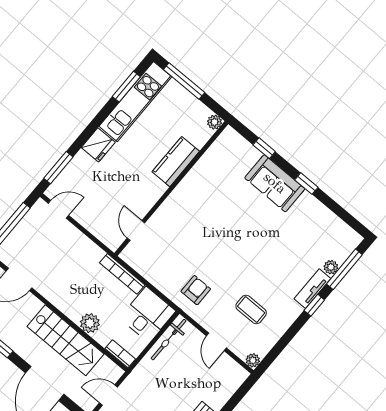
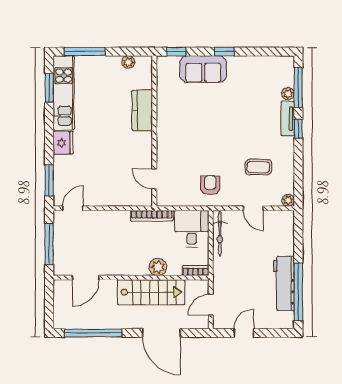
kitchen counter: (176, 162) -> (142, 110), moved
wall: (171, 189) -> (154, 131), moved
door: (136, 231) -> (154, 179), moved

